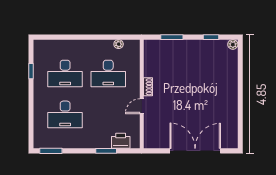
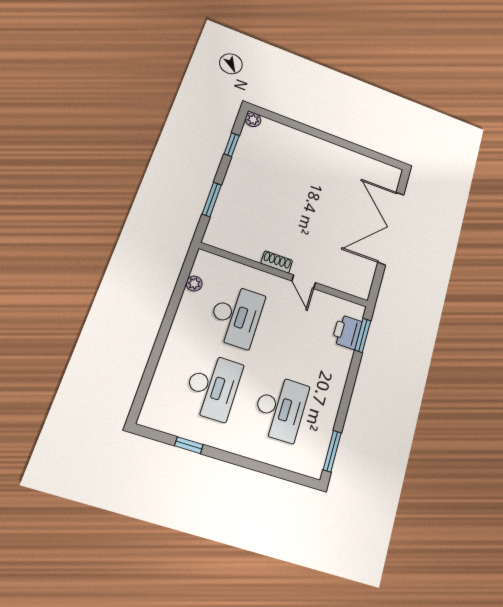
window: (106, 151) -> (363, 335), moved

